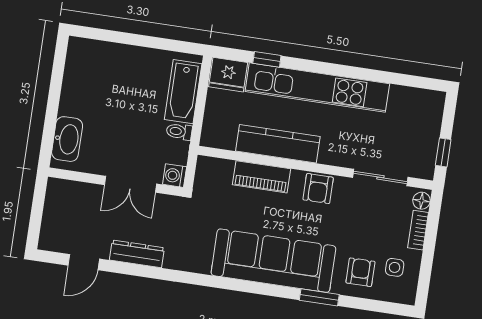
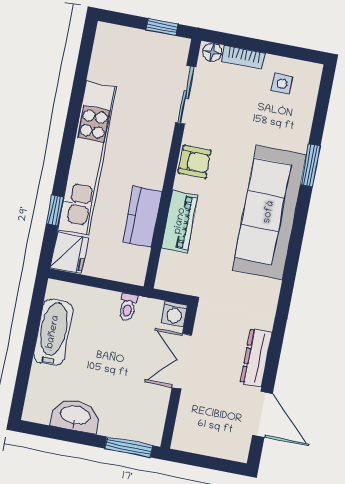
bathtub: (183, 92) -> (53, 332), moved, turned -90
window: (48, 138) -> (129, 447), added
washbasin: (67, 139) -> (75, 416), moved
kitchen counter: (278, 144) -> (143, 217), width x0.67
double door: (130, 184) -> (182, 361), swing flipped
door: (84, 262) -> (263, 414), width x1.38
armchair: (360, 272) -> (286, 120), removed

